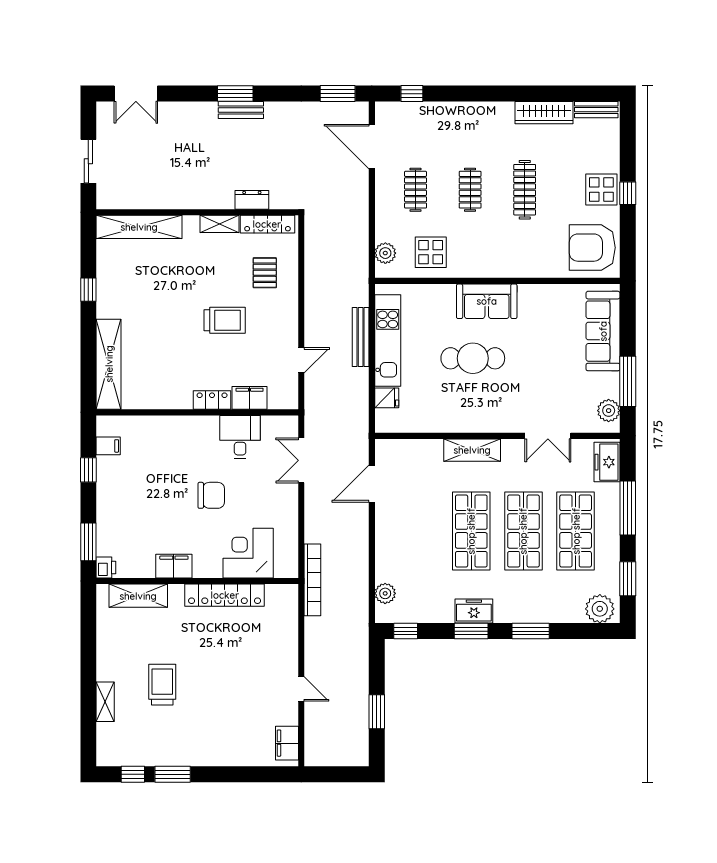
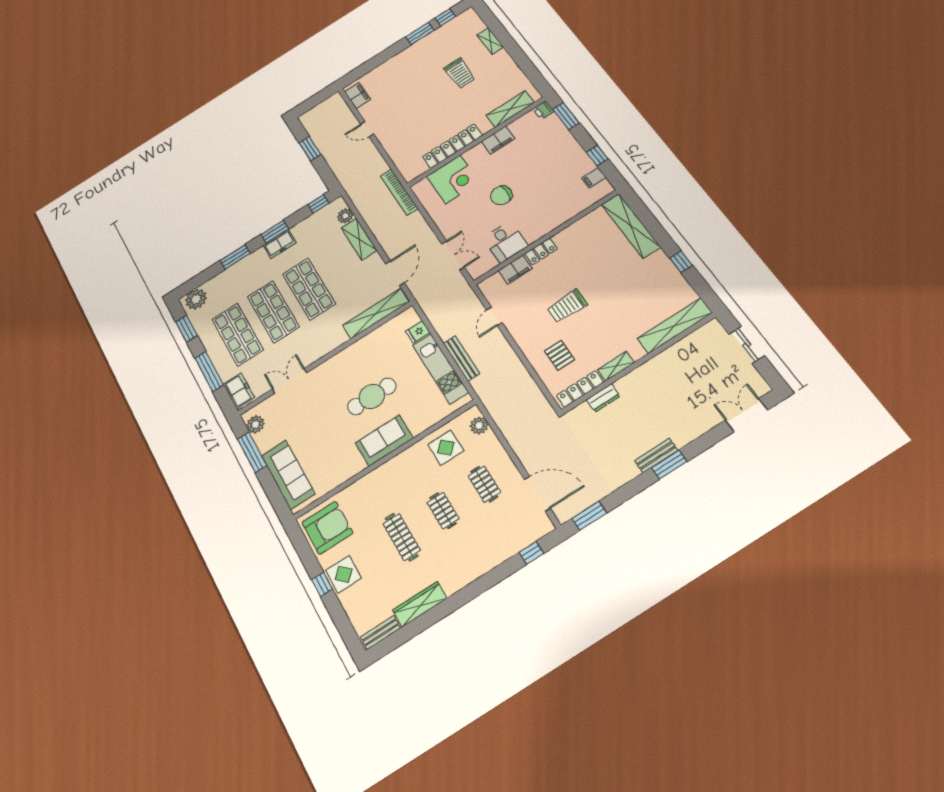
shelving: (472, 450) -> (376, 314), moved, width x1.47
shelving: (386, 553) -> (359, 239), added

